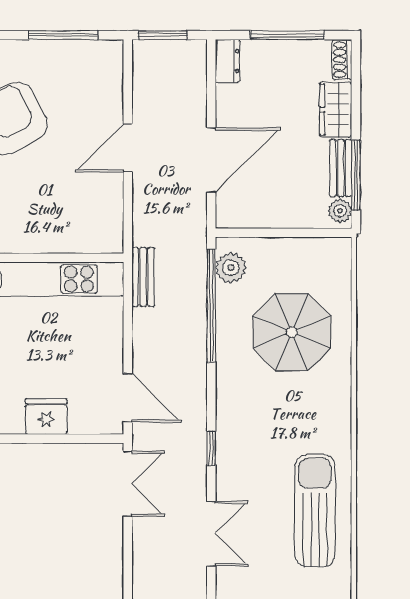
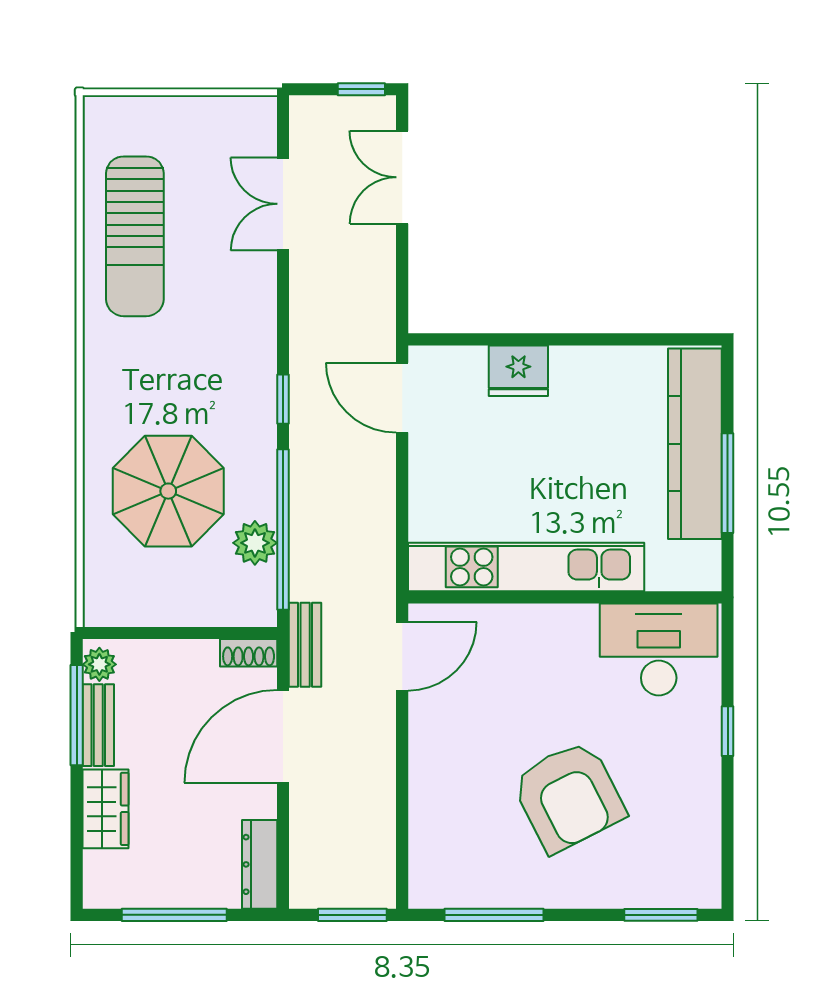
shoe rack: (342, 60) -> (249, 653), moved, turned 90
dresser: (228, 61) -> (260, 864), width x1.44
door: (128, 148) -> (402, 656), moved
plant: (231, 268) -> (255, 543), moved
bench: (143, 277) -> (305, 645), moved
window: (211, 448) -> (283, 399), moved
double door: (128, 484) -> (402, 177), moved

